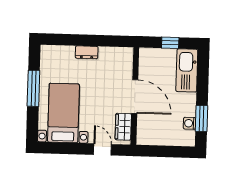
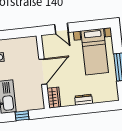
door: (135, 97) -> (43, 72), swing flipped
wardrobe: (123, 127) -> (54, 98), moved

